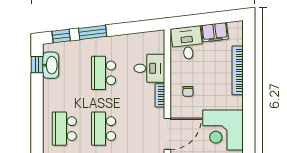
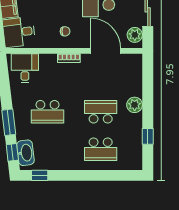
washbasin: (51, 65) -> (25, 153), moved, turned 83
desk: (149, 68) -> (25, 68), moved
school desk: (104, 129) -> (101, 112), turned 180

